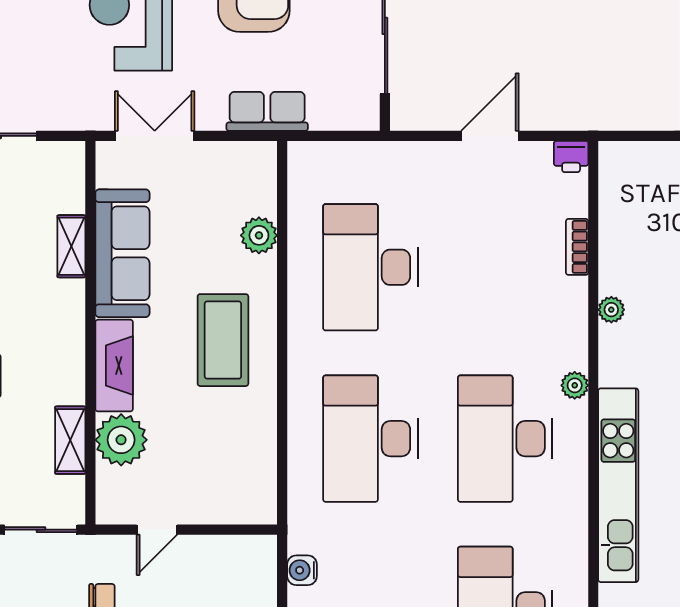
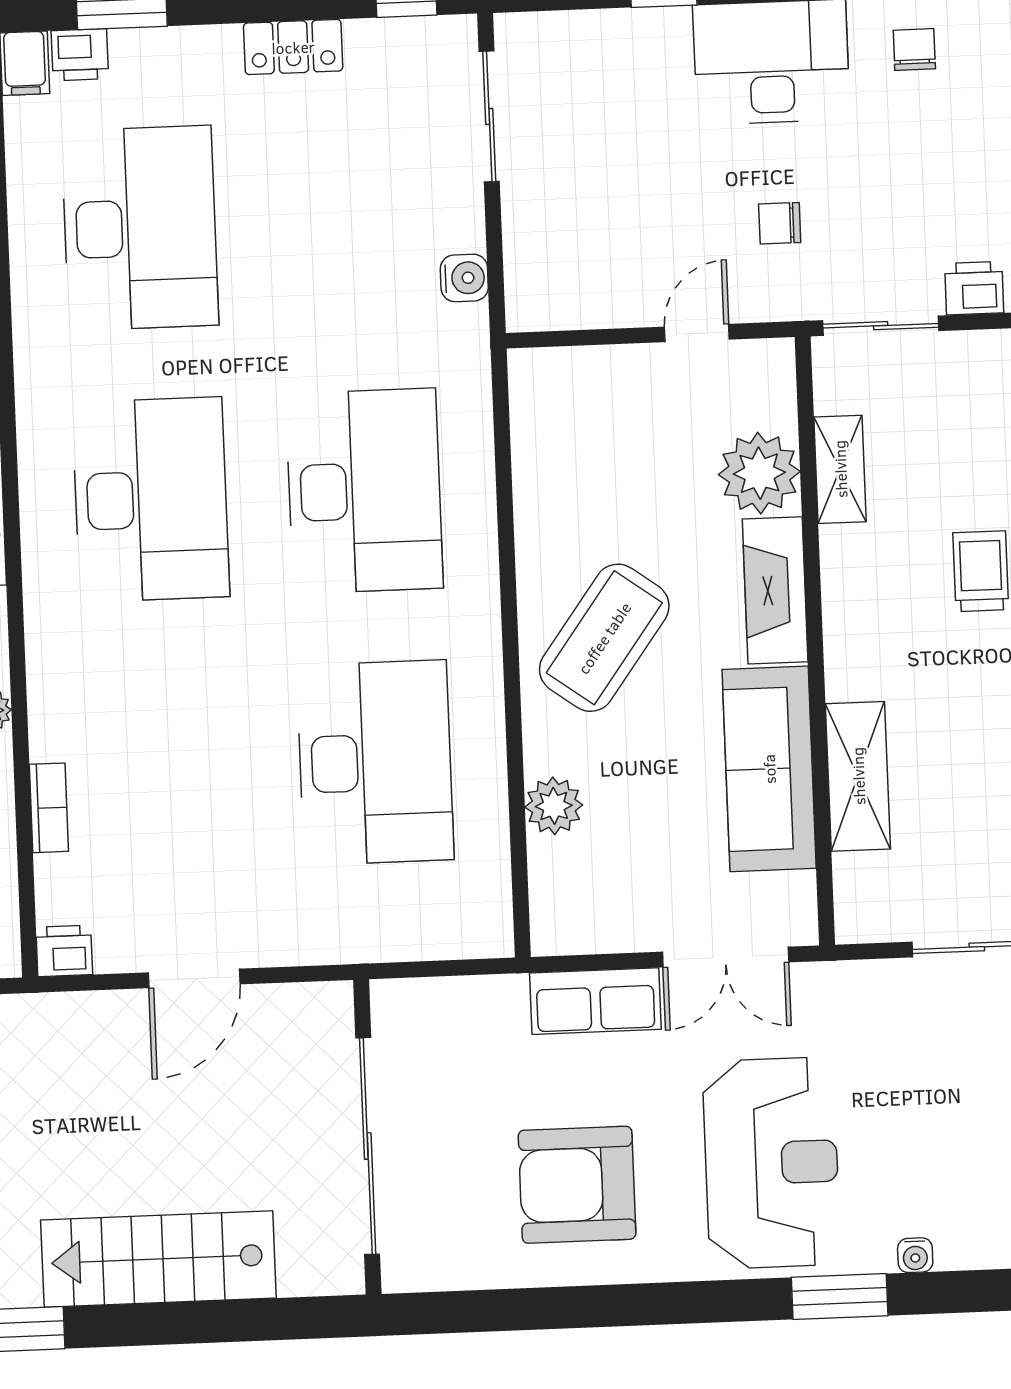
row of seats: (267, 111) -> (595, 1001), moved
shelving: (71, 246) -> (858, 776), width x1.50, depth x1.33
coffee table: (223, 340) -> (604, 638), turned 36
plant: (575, 385) -> (44, 588), removed

